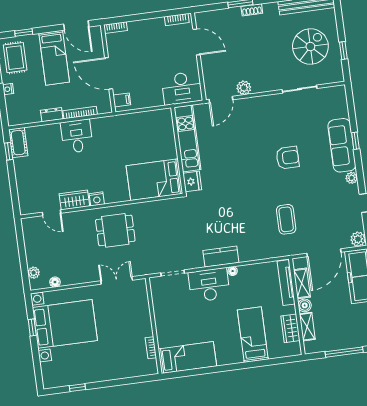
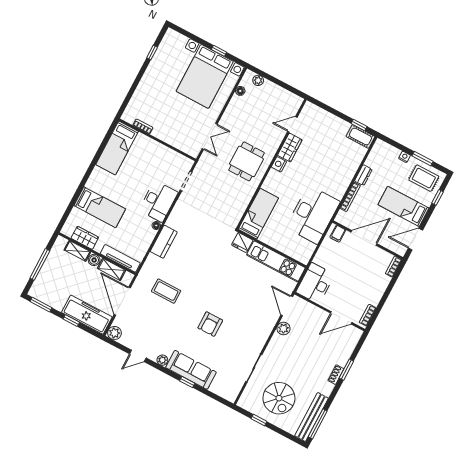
desk: (77, 136) -> (313, 215), moved, width x1.87, depth x1.30
bed: (154, 180) -> (258, 214), width x0.67
kitchen counter: (221, 257) -> (164, 242), moved

